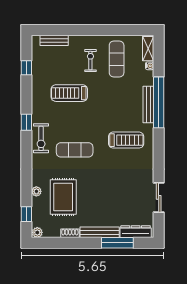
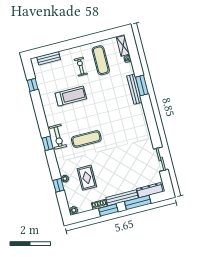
treadmill: (69, 93) -> (71, 96), turned 180
window: (159, 102) -> (142, 85), width x0.47
window: (26, 122) -> (48, 143), moved
treadmill: (126, 140) -> (124, 121), removed
rug: (63, 197) -> (87, 178), width x0.73, depth x0.70
window: (26, 214) -> (58, 185), moved
window: (79, 243) -> (108, 210), added

